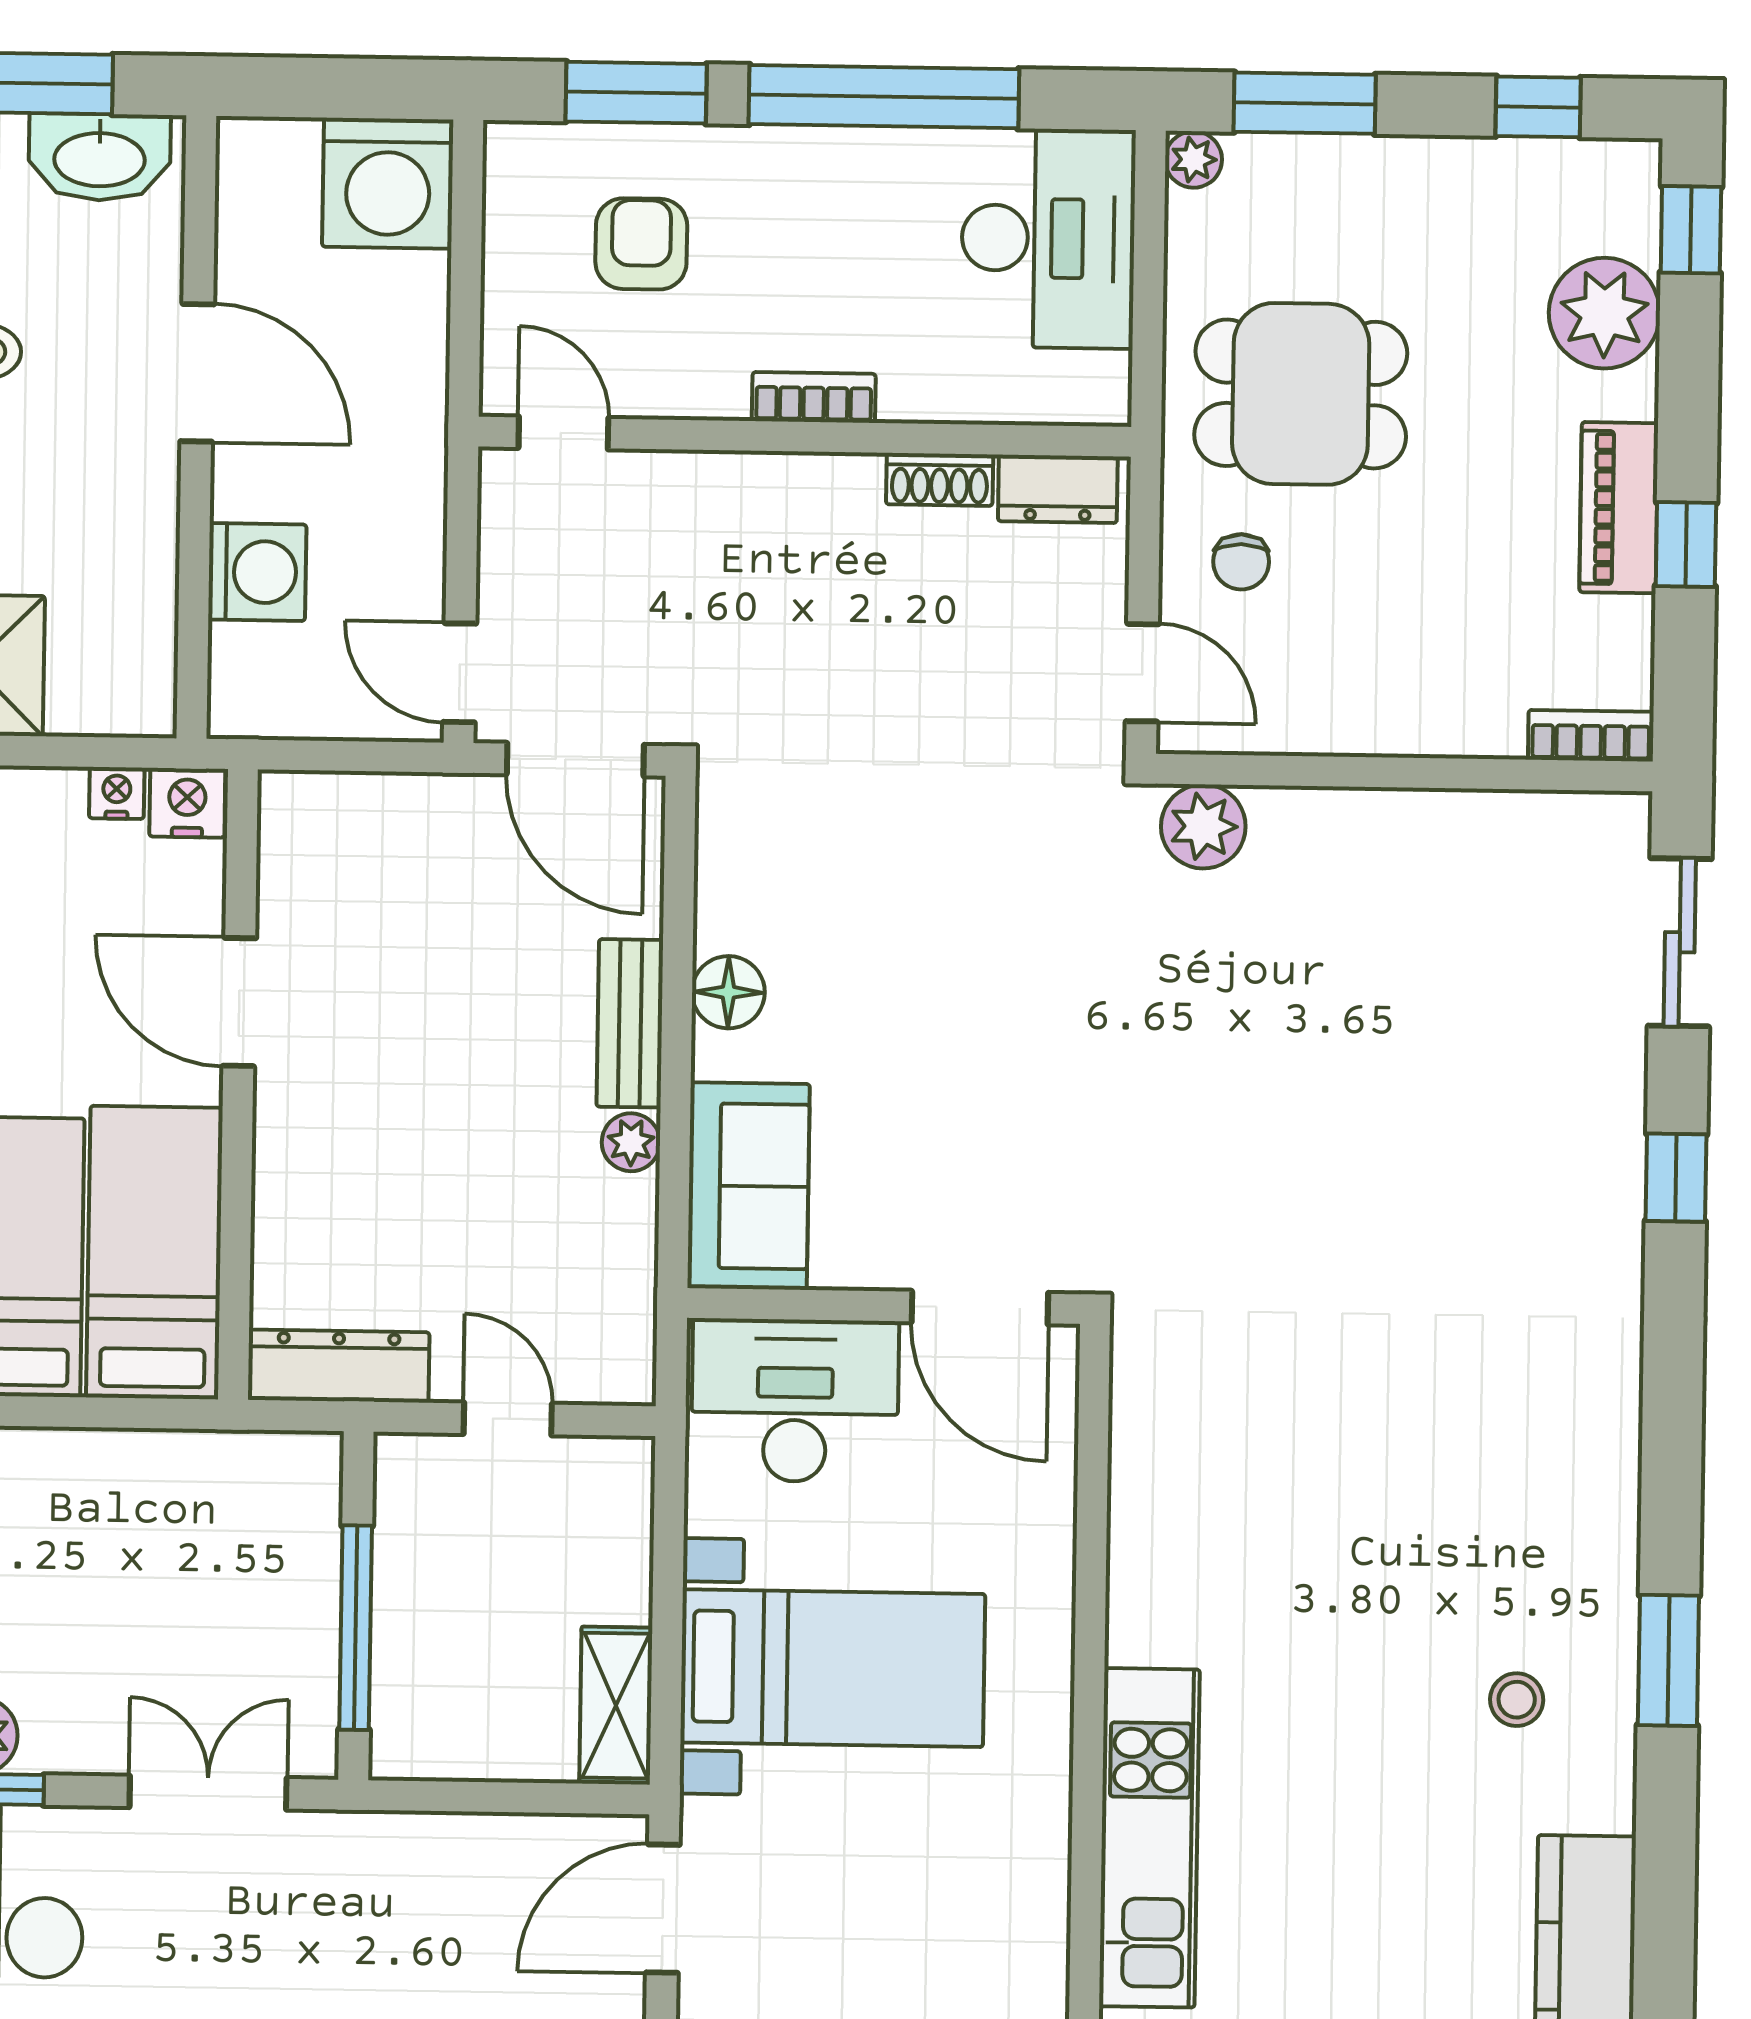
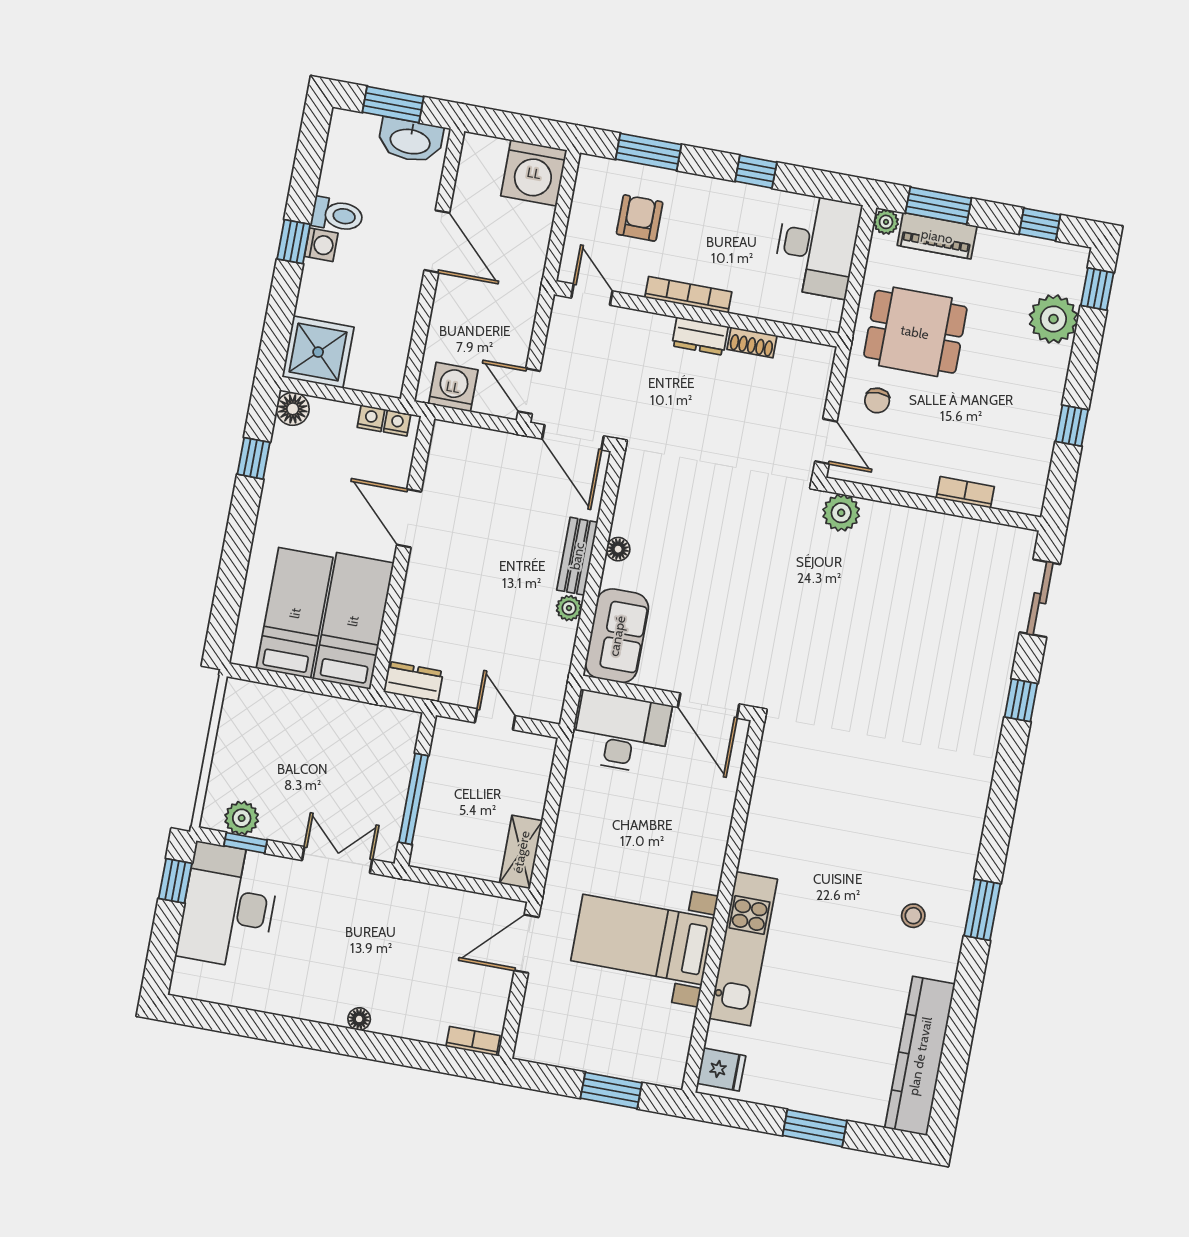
window: (884, 97) -> (756, 172), width x0.32
bookcase: (814, 397) -> (688, 295), width x1.56
dresser: (1058, 489) -> (700, 336), moved
piano: (1619, 508) -> (937, 236), moved, turned -90
washing machine: (257, 572) -> (453, 387), moved, turned -90
bookcase: (1591, 736) -> (965, 492), moved
nightstand: (187, 803) -> (397, 423), width x0.72, depth x0.74
floor lamp: (728, 992) -> (618, 549), width x0.73, depth x0.73
dresser: (339, 1366) -> (413, 682), width x0.70
bed with nightstands: (833, 1668) -> (642, 940), moved, turned 180

